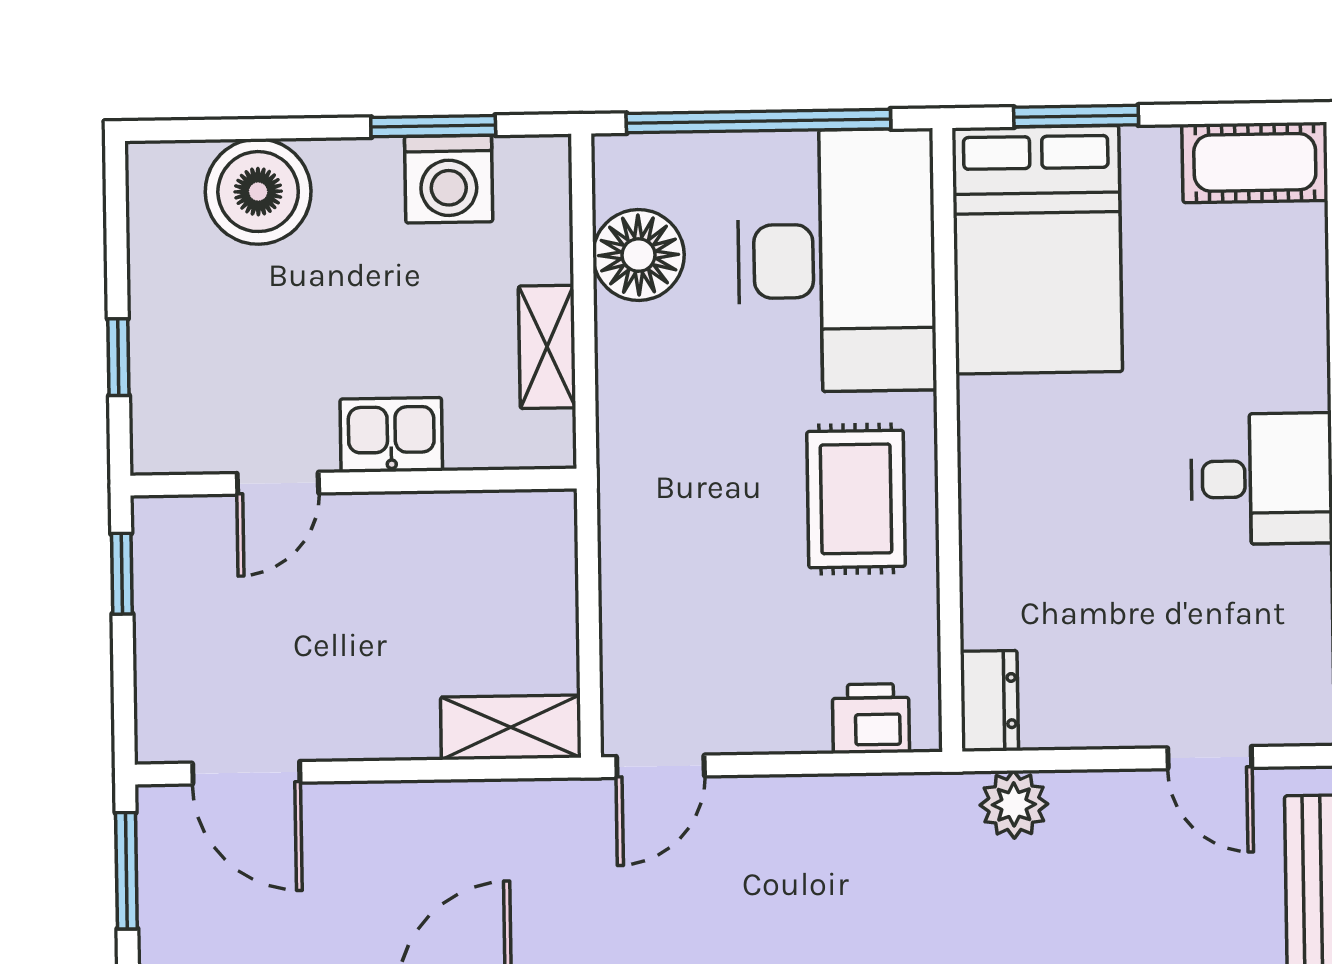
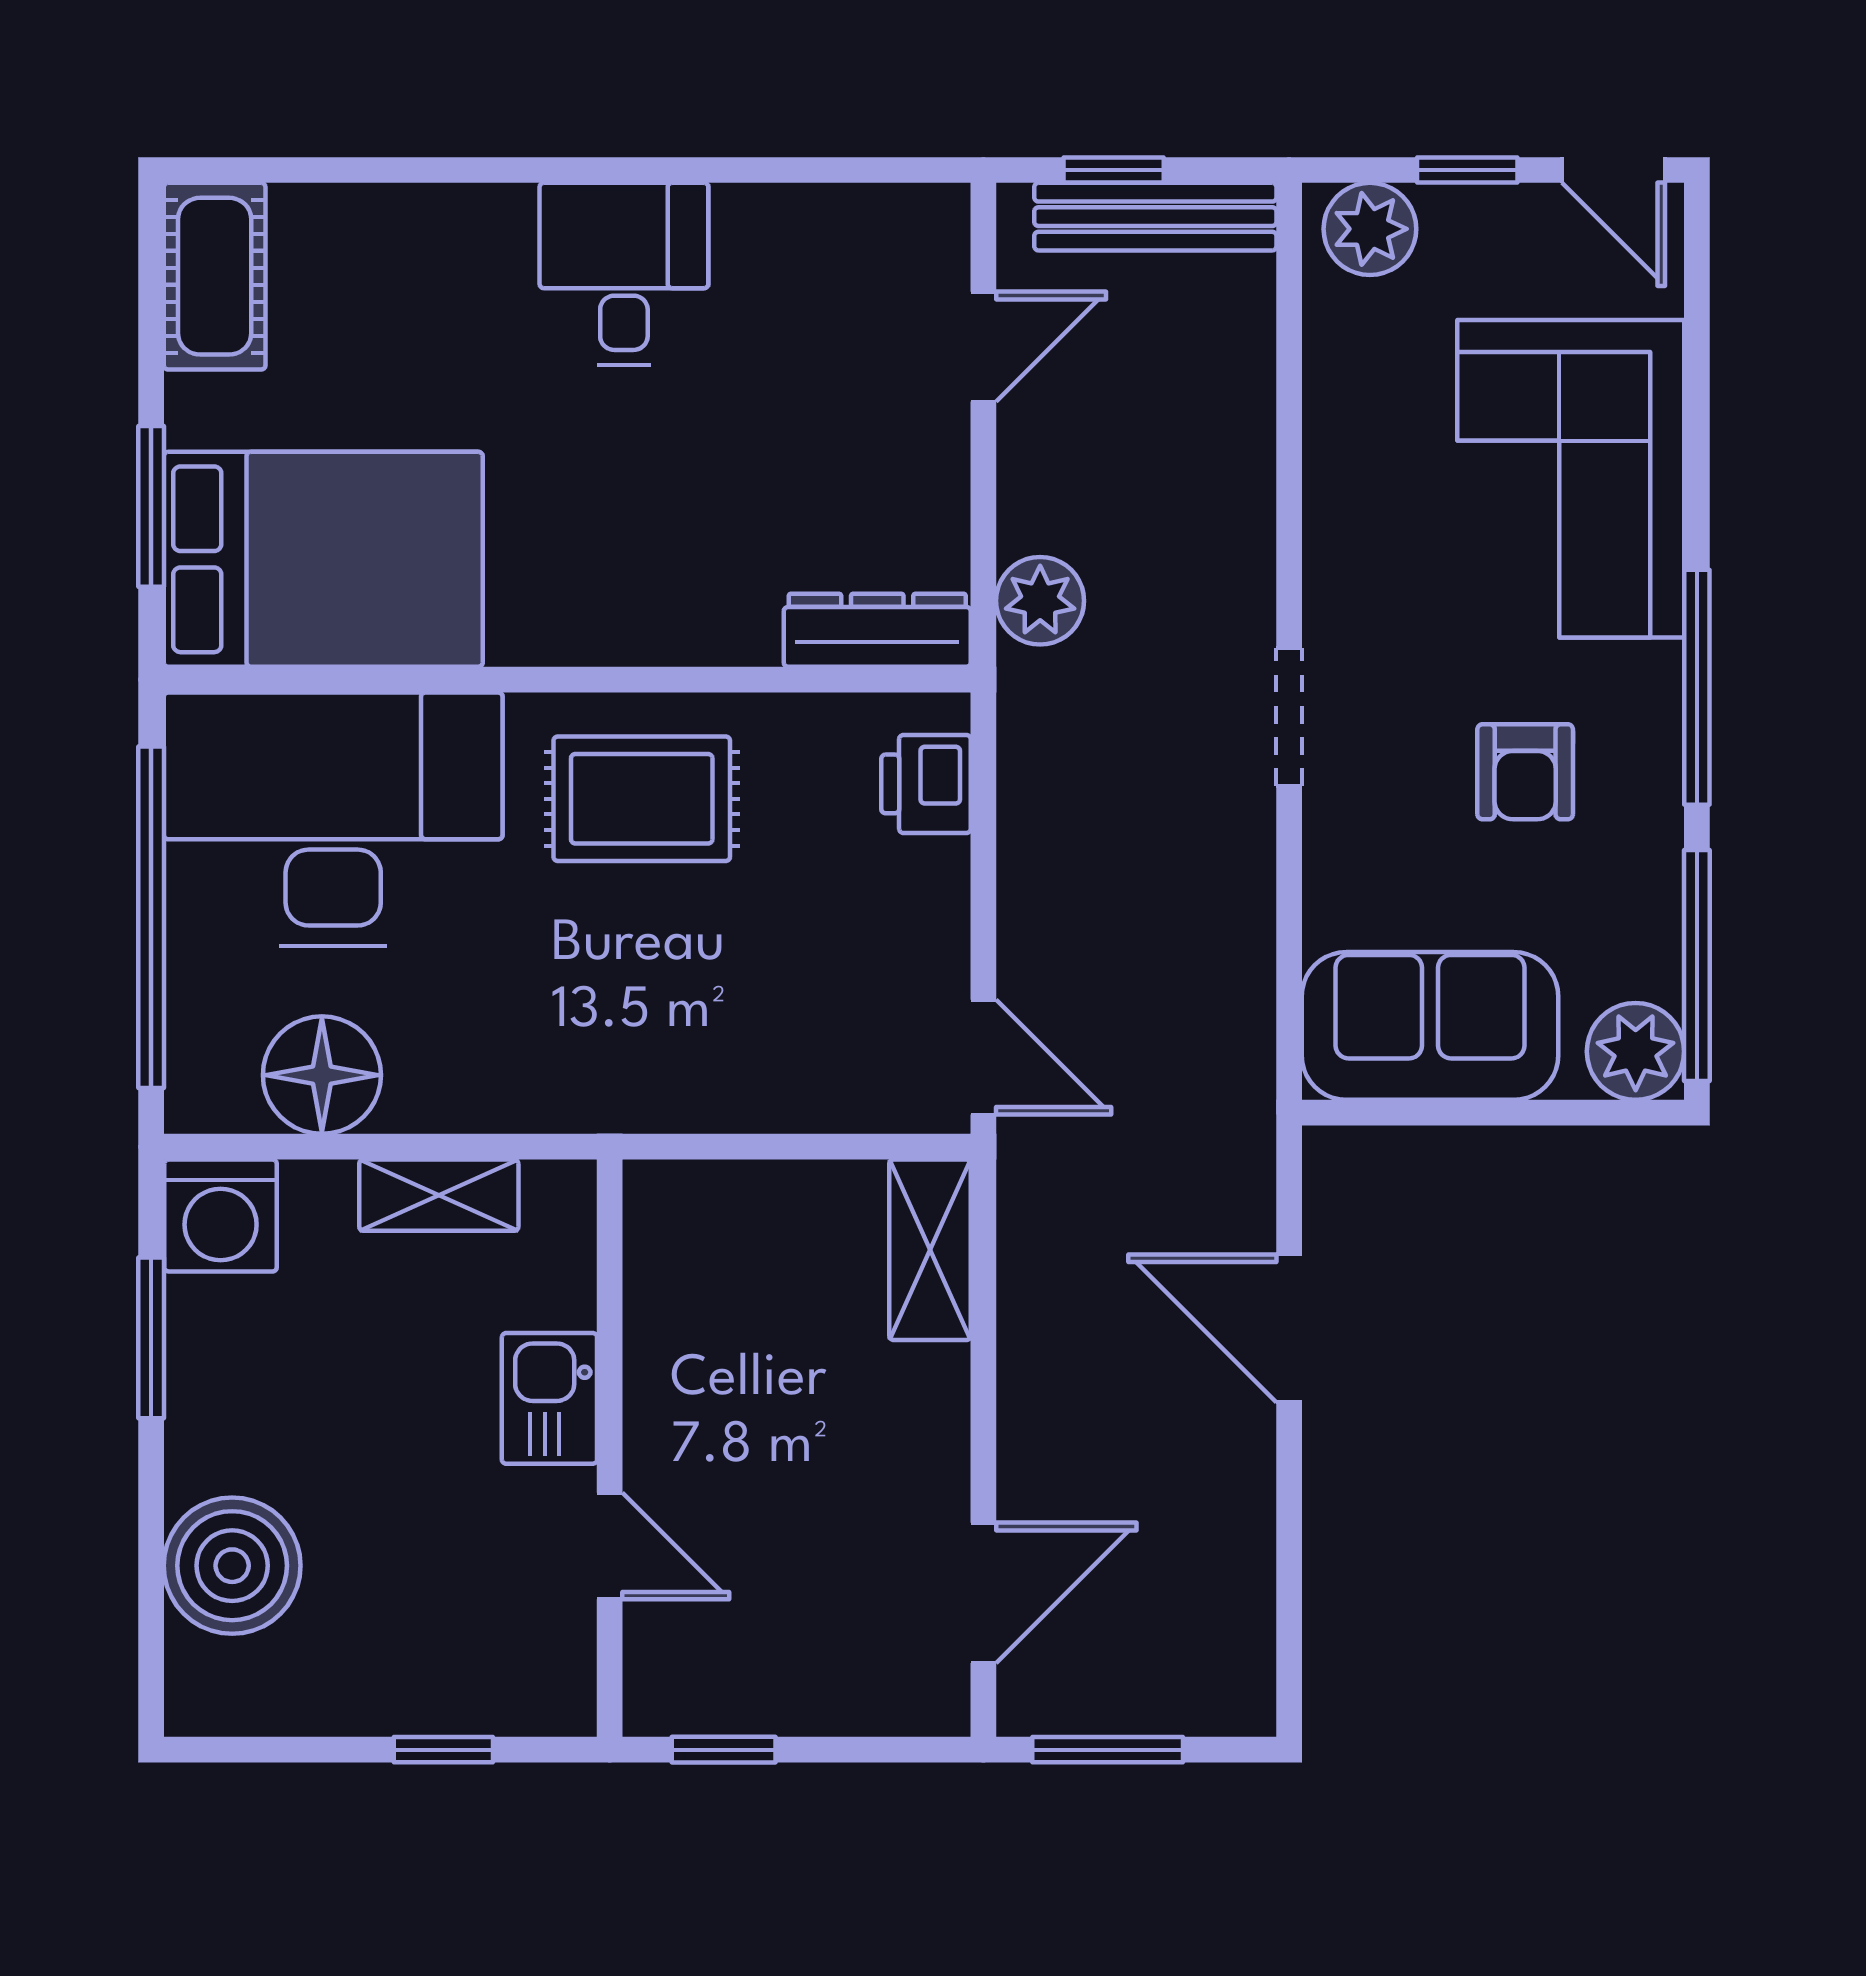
washing machine: (449, 179) -> (221, 1216), moved, turned 90
dresser: (989, 701) -> (877, 630), width x1.44

